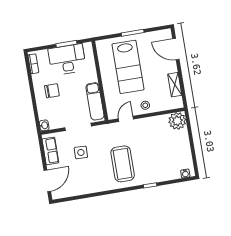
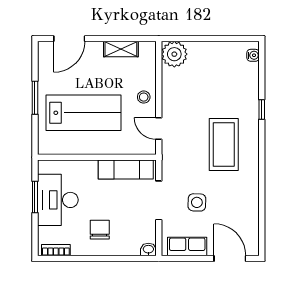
coffee table: (123, 164) -> (224, 144), turned 90

